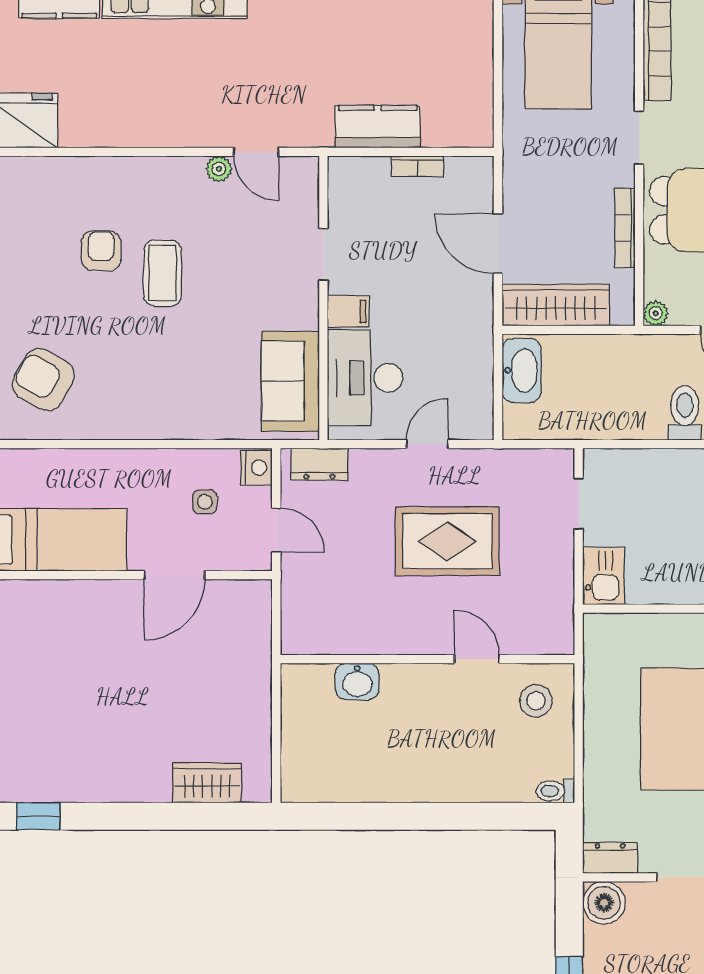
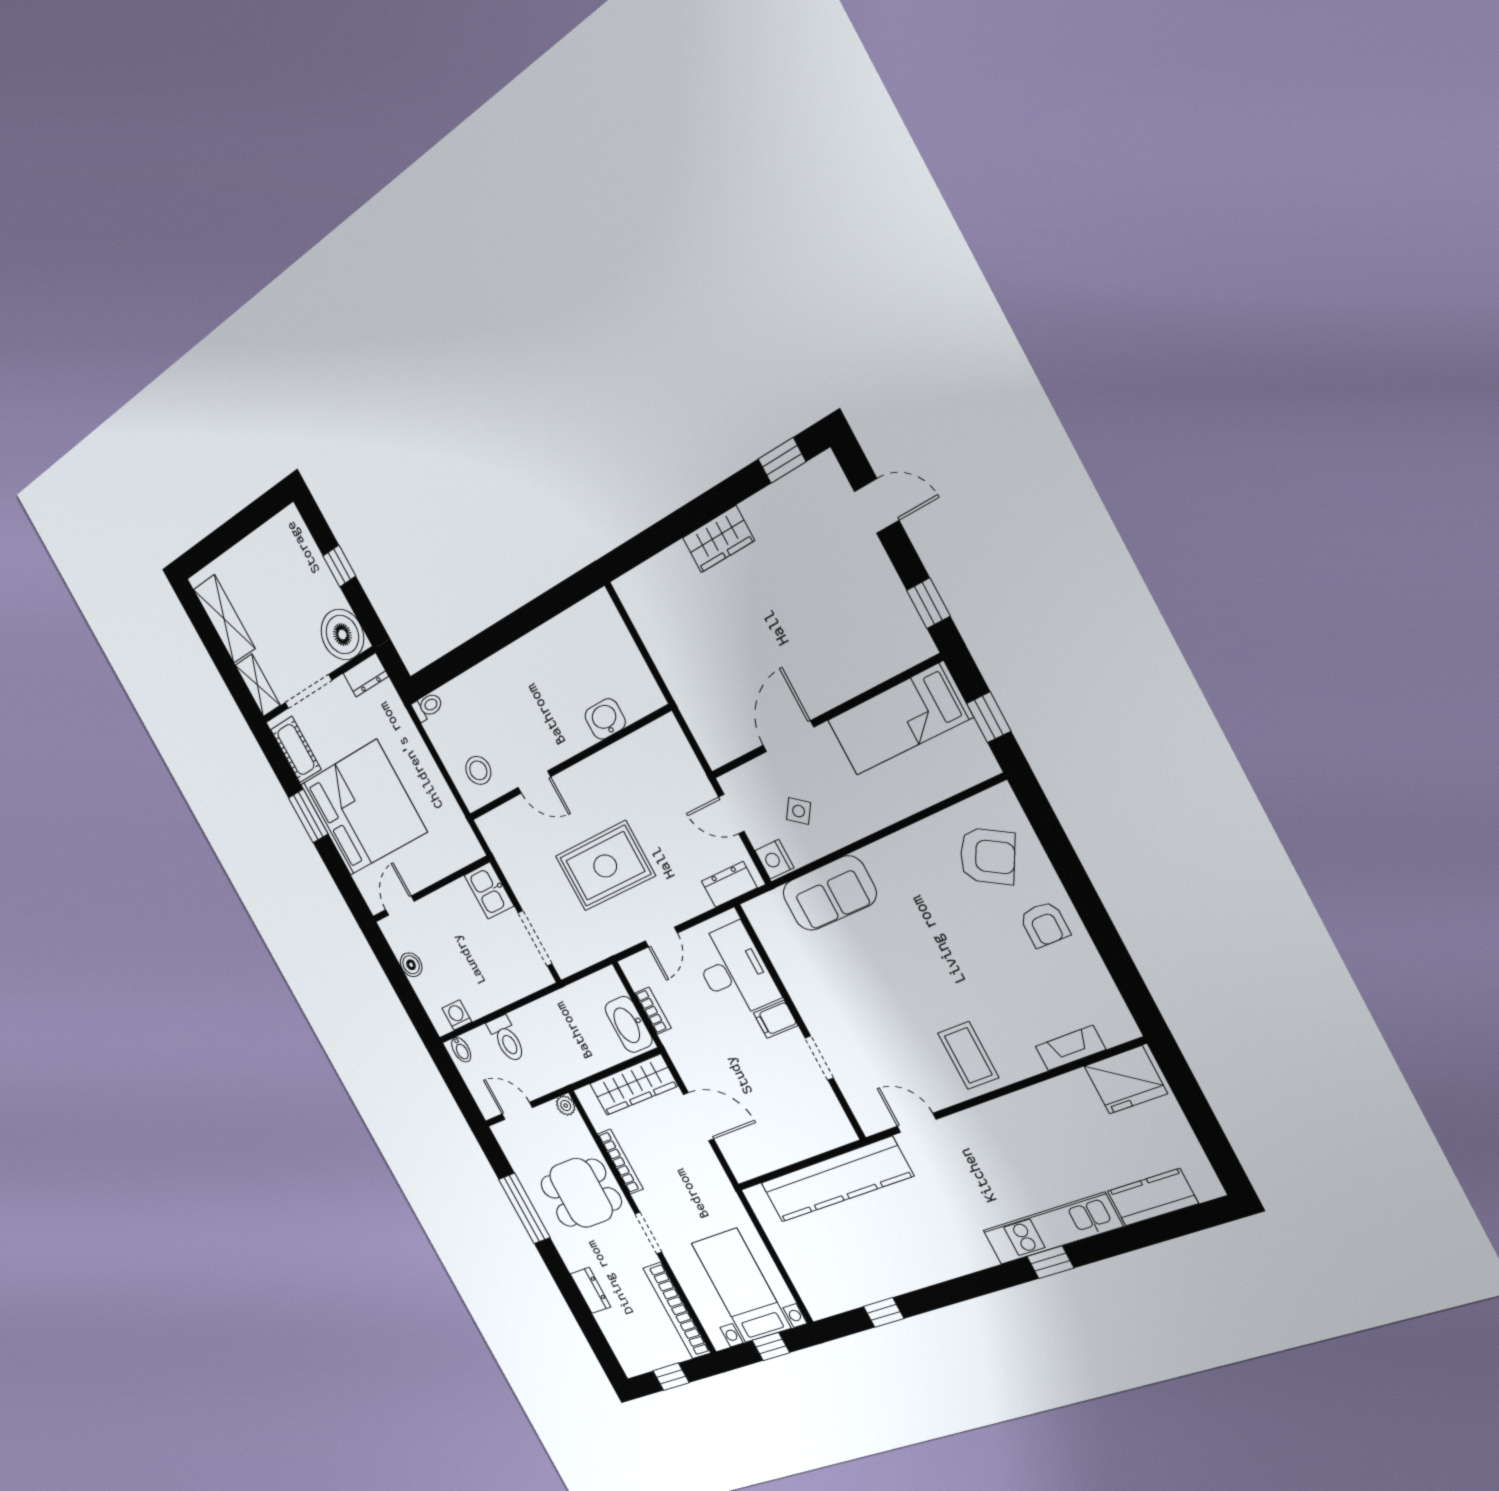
kitchen counter: (378, 127) -> (836, 1180), width x2.08, depth x1.17
bookcase: (417, 166) -> (653, 1011), moved, turned 90
plant: (219, 169) -> (939, 1098), removed
fireplace: (62, 170) -> (1070, 1048), added
armchair: (101, 251) -> (1045, 924), moved
coffee table: (162, 273) -> (968, 1055), moved
sofa: (290, 381) -> (829, 893), moved, turned 90
side table: (205, 502) -> (799, 811), turned 37
doorway: (579, 504) -> (535, 938), width x1.38
wardrobe: (207, 783) -> (718, 539), moved
boiler: (604, 903) -> (342, 635), width x1.37, depth x1.37

